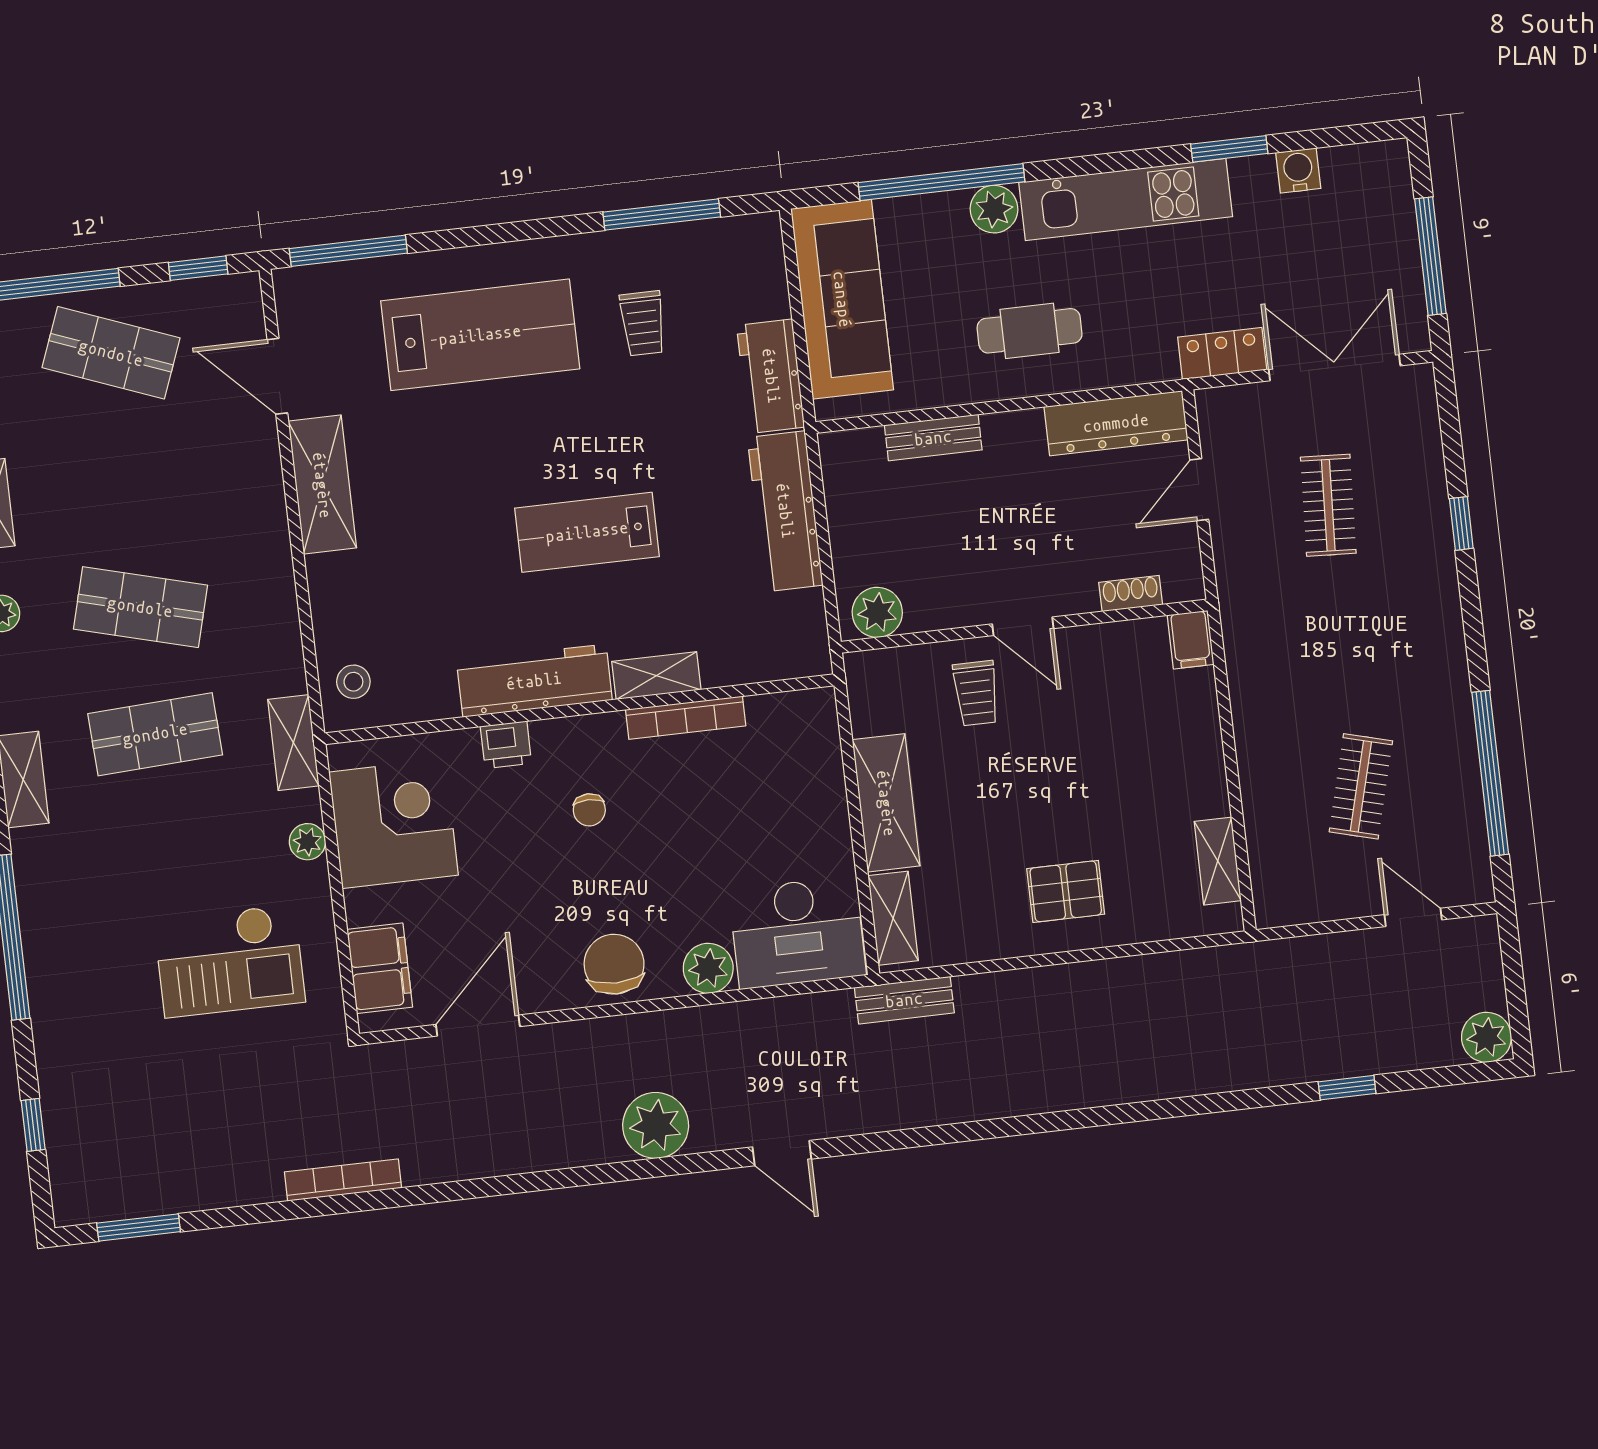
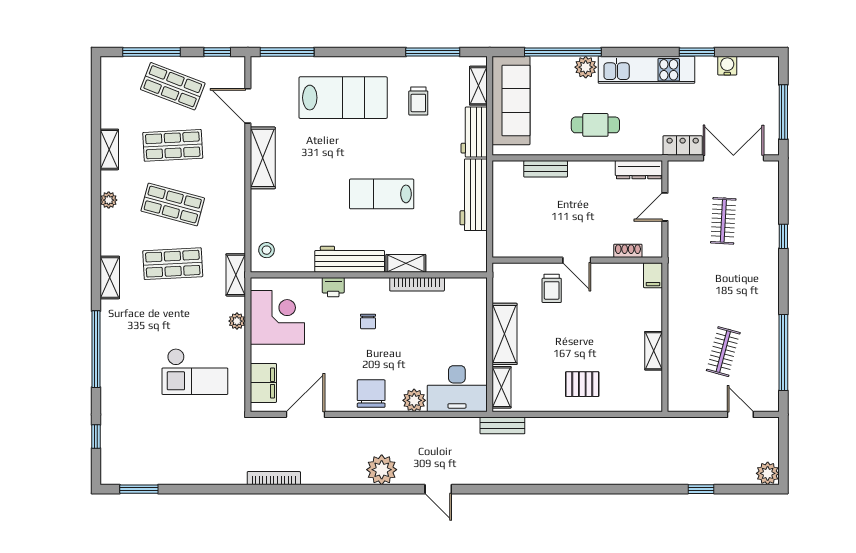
shelving: (768, 276) -> (478, 86), added
dresser: (1116, 423) -> (639, 170), width x0.73, depth x0.80
shop shelf: (126, 480) -> (173, 145), added
plant: (877, 612) -> (511, 246), removed
shelving: (1218, 861) -> (654, 351), moved
bookcase: (343, 1180) -> (274, 478), moved

